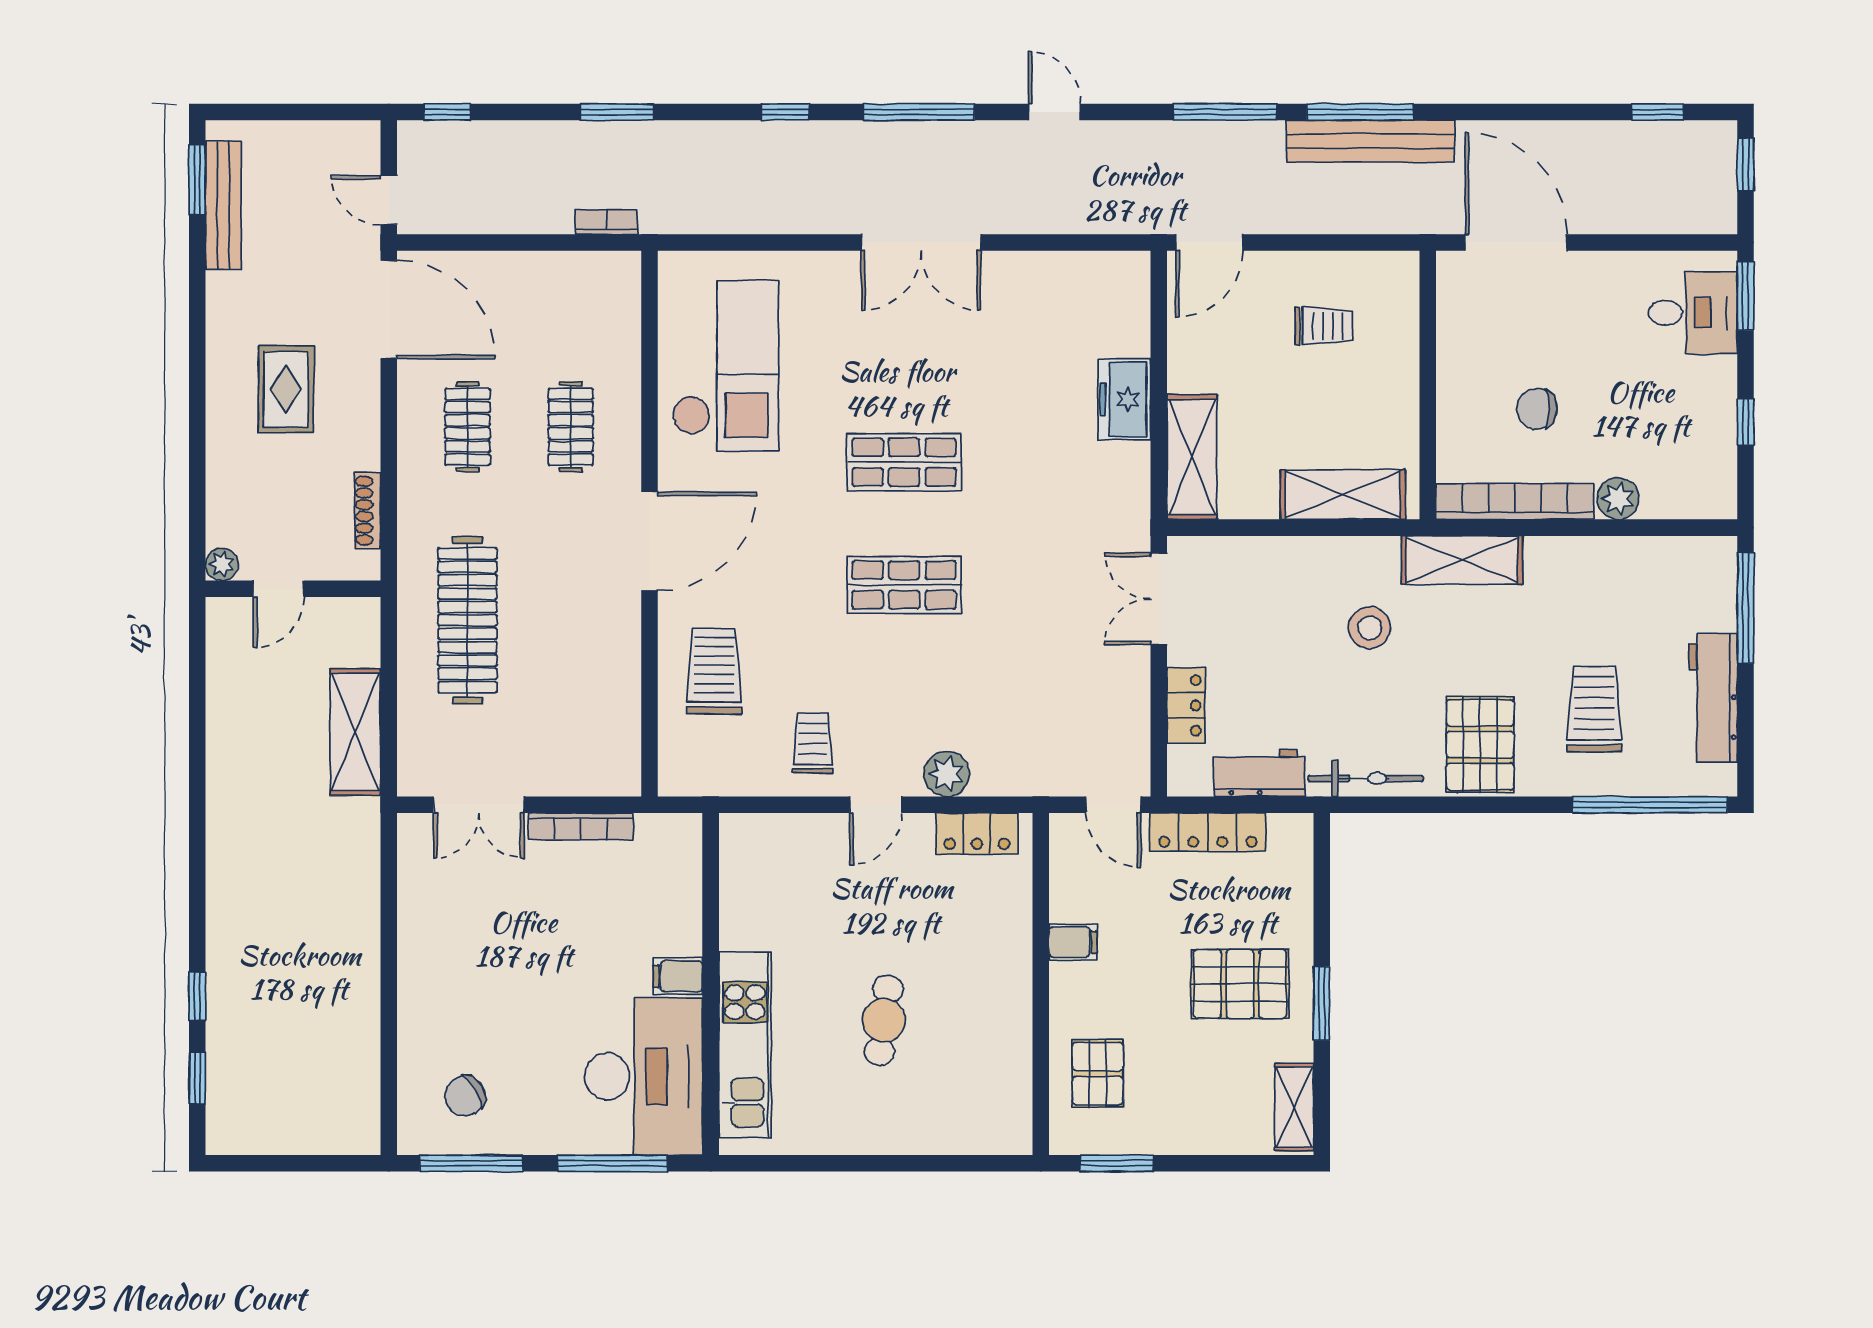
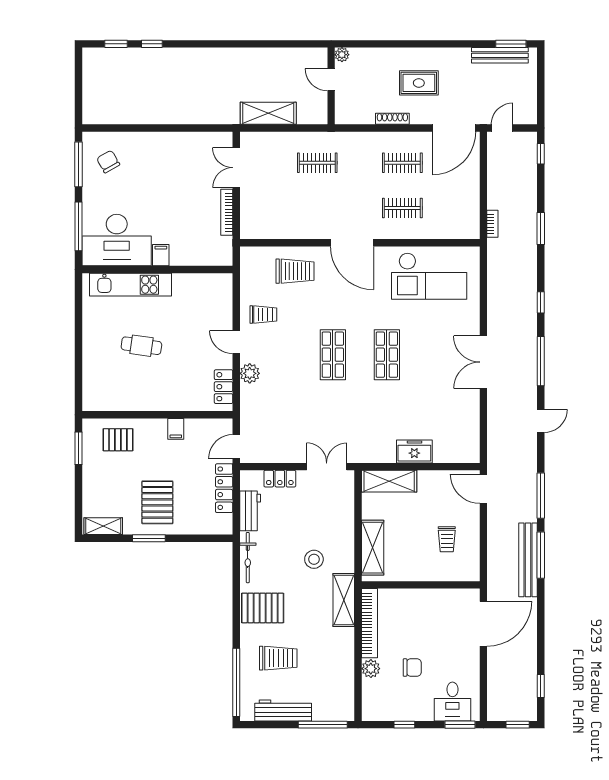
chair: (1537, 409) -> (412, 668), moved, turned 90
shoe rack: (368, 511) -> (392, 119), moved
clothes rail: (468, 620) -> (317, 163), width x0.54, depth x0.76

